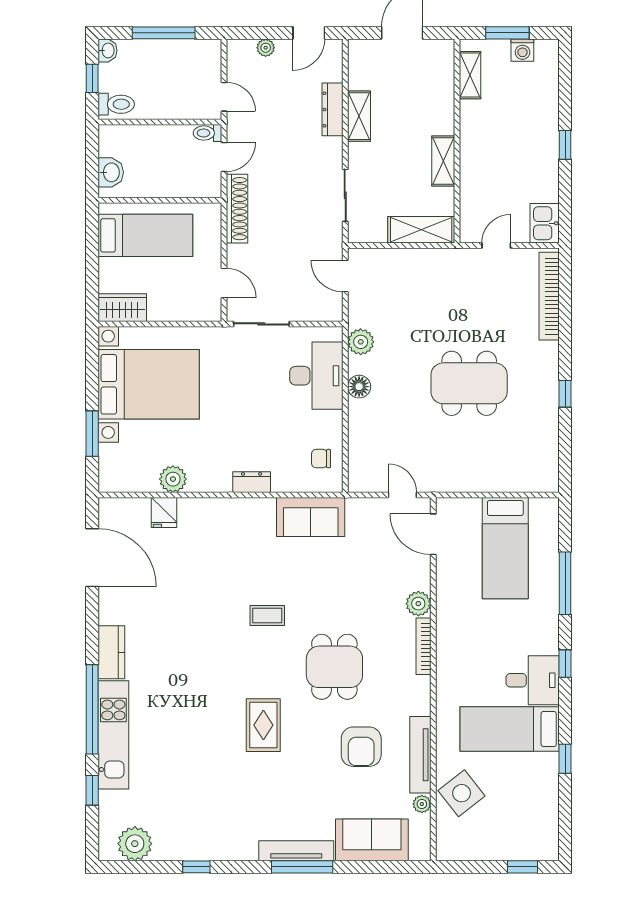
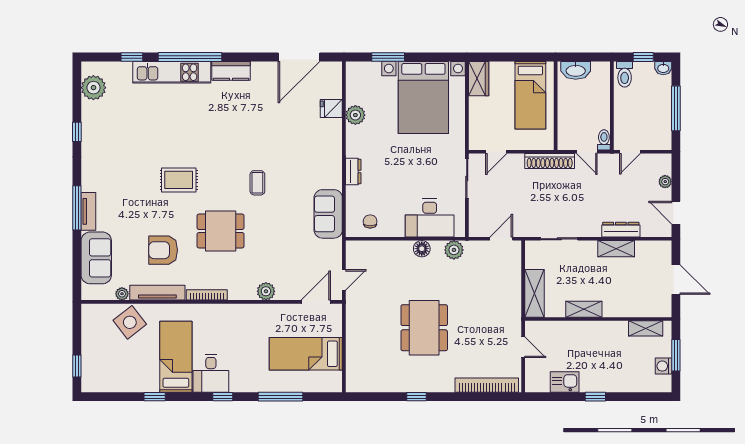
washbasin: (111, 172) -> (576, 70), width x1.38
kitchen sink: (545, 223) -> (565, 382), moved
bookcase: (423, 646) -> (207, 295), moved
tv unit: (296, 851) -> (88, 211), width x0.71

